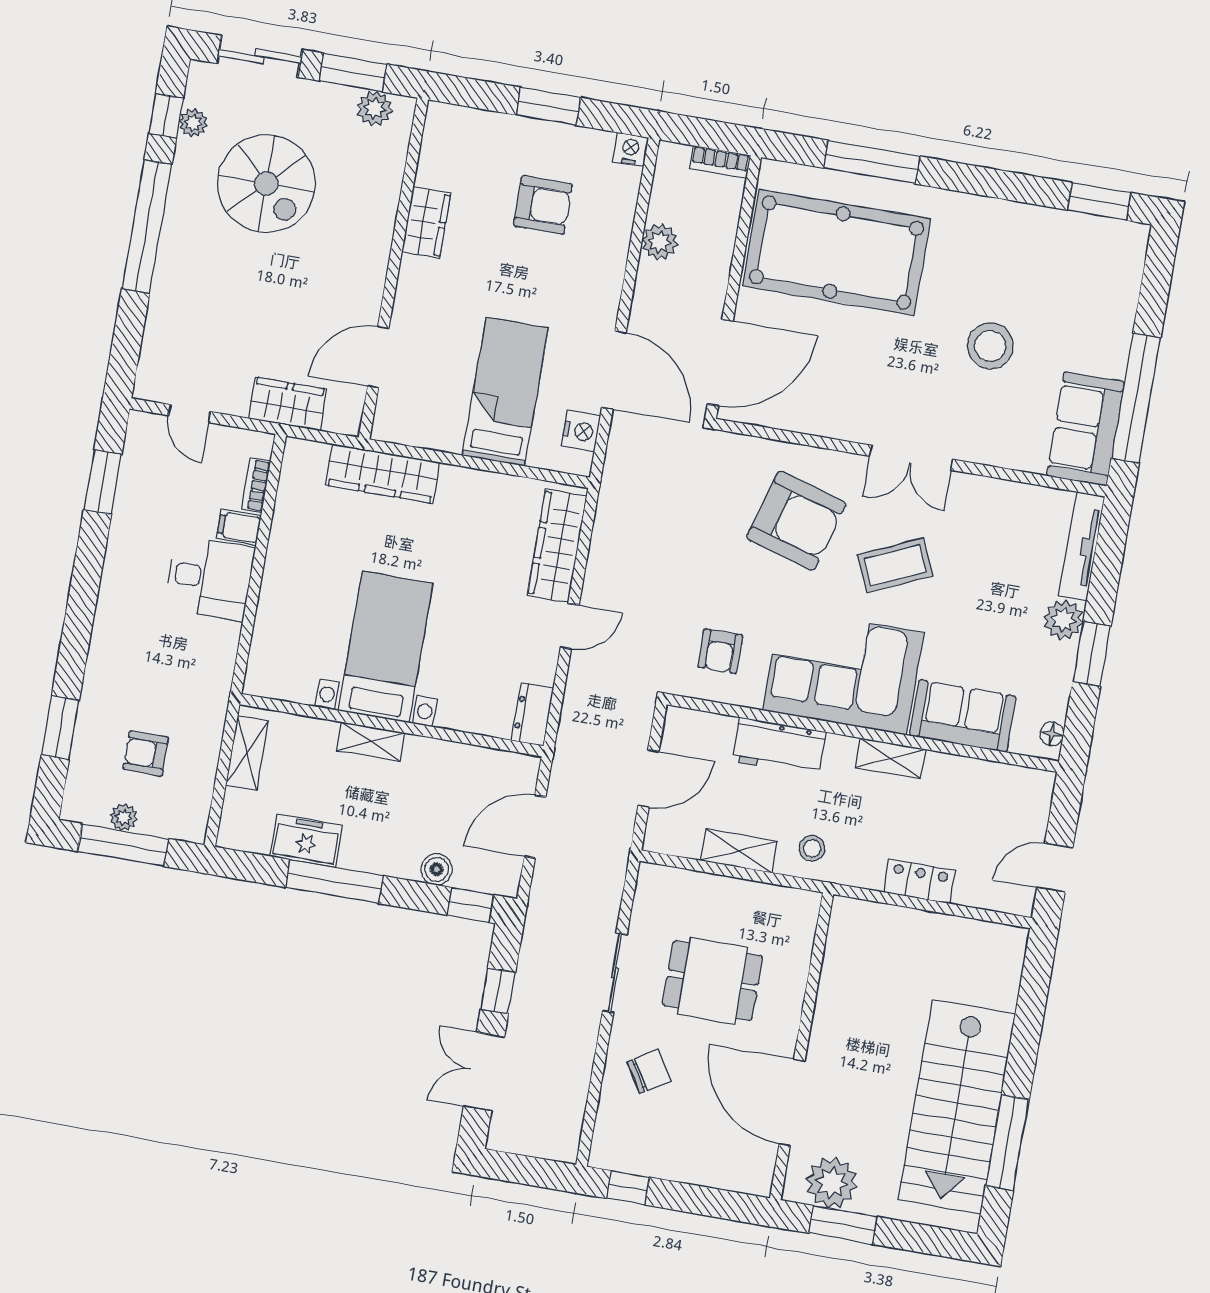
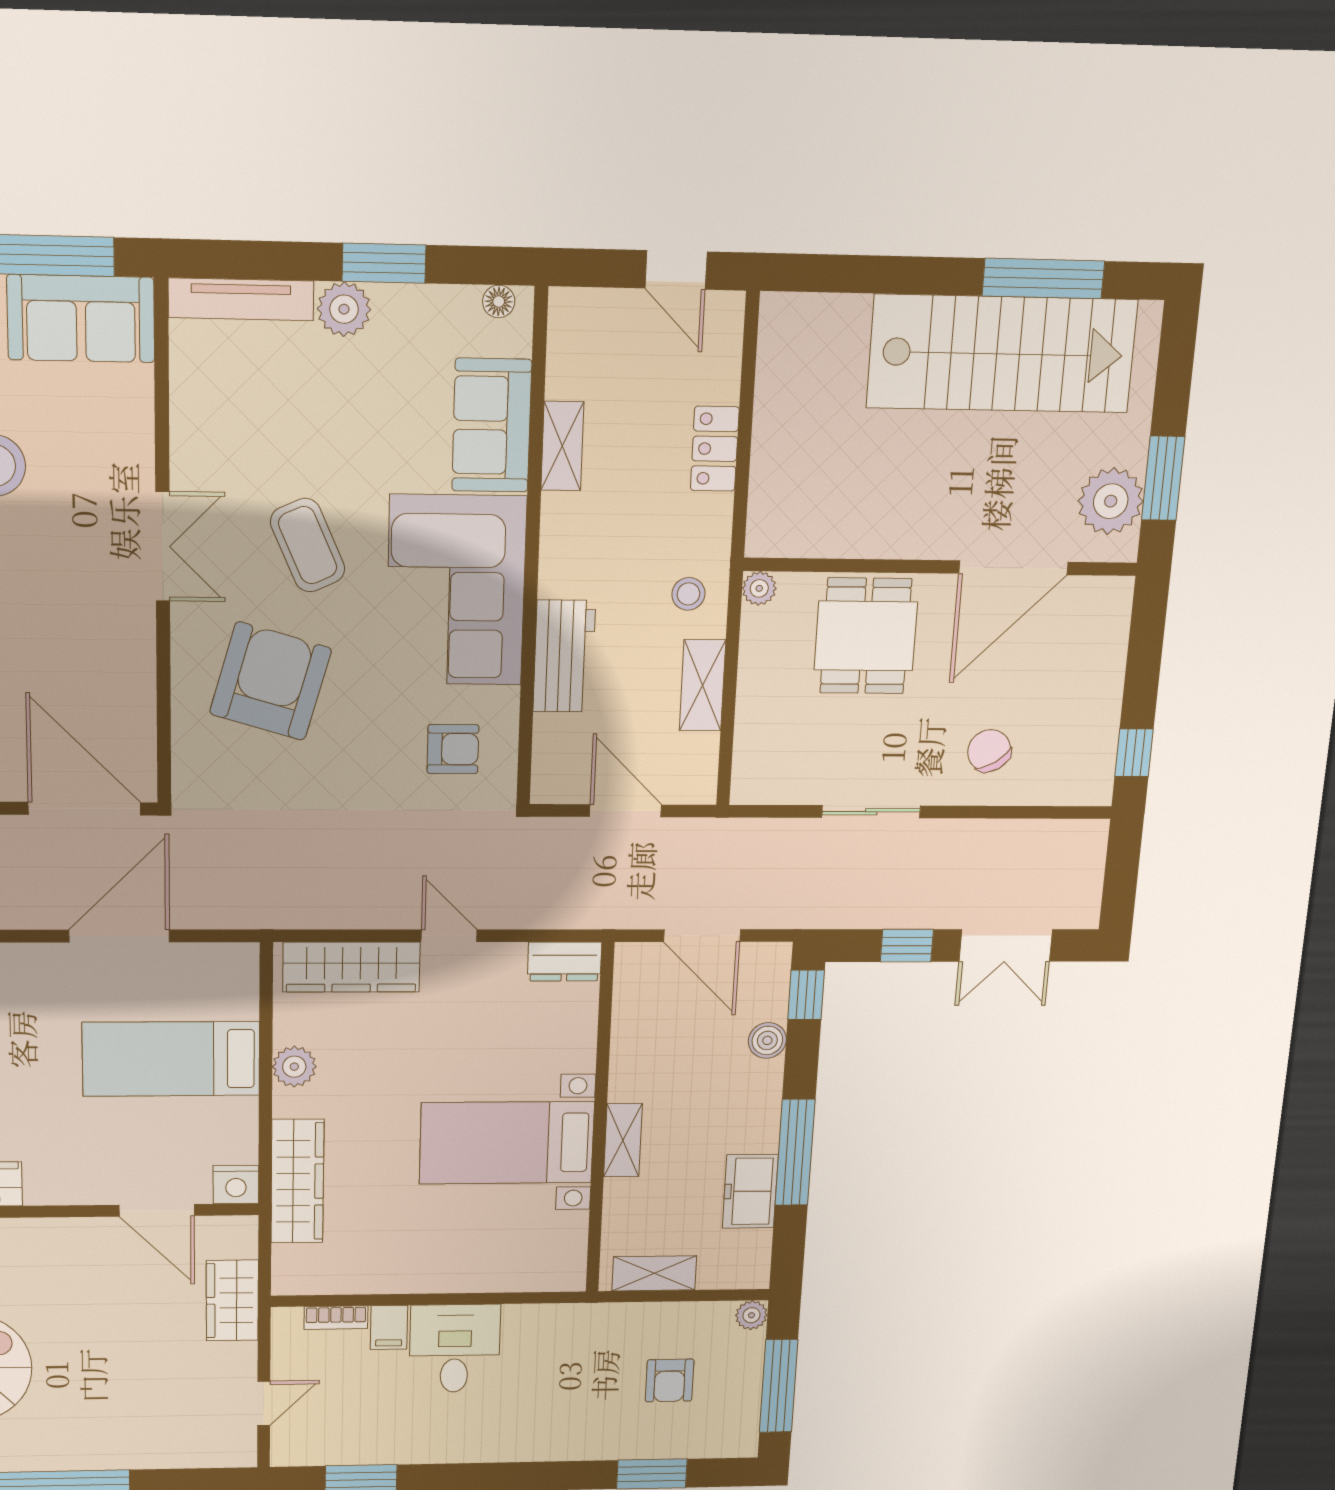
nightstand: (581, 431) -> (236, 1185), moved, turned 180
plant: (482, 487) -> (294, 1067), added
shelving: (890, 758) -> (562, 446), moved
plant: (124, 817) -> (751, 1315), moved
plant: (808, 903) -> (759, 588), added
dining table: (713, 981) -> (866, 636), moved

